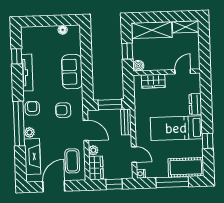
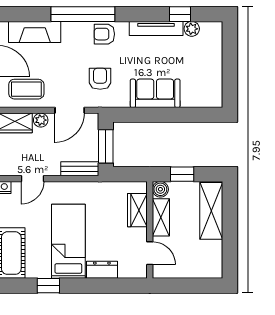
shelving: (186, 27) -> (161, 217), moved
floor lamp: (63, 30) -> (216, 82), removed
armchair: (32, 108) -> (104, 34), turned 180
plant: (29, 132) -> (192, 29), moved

